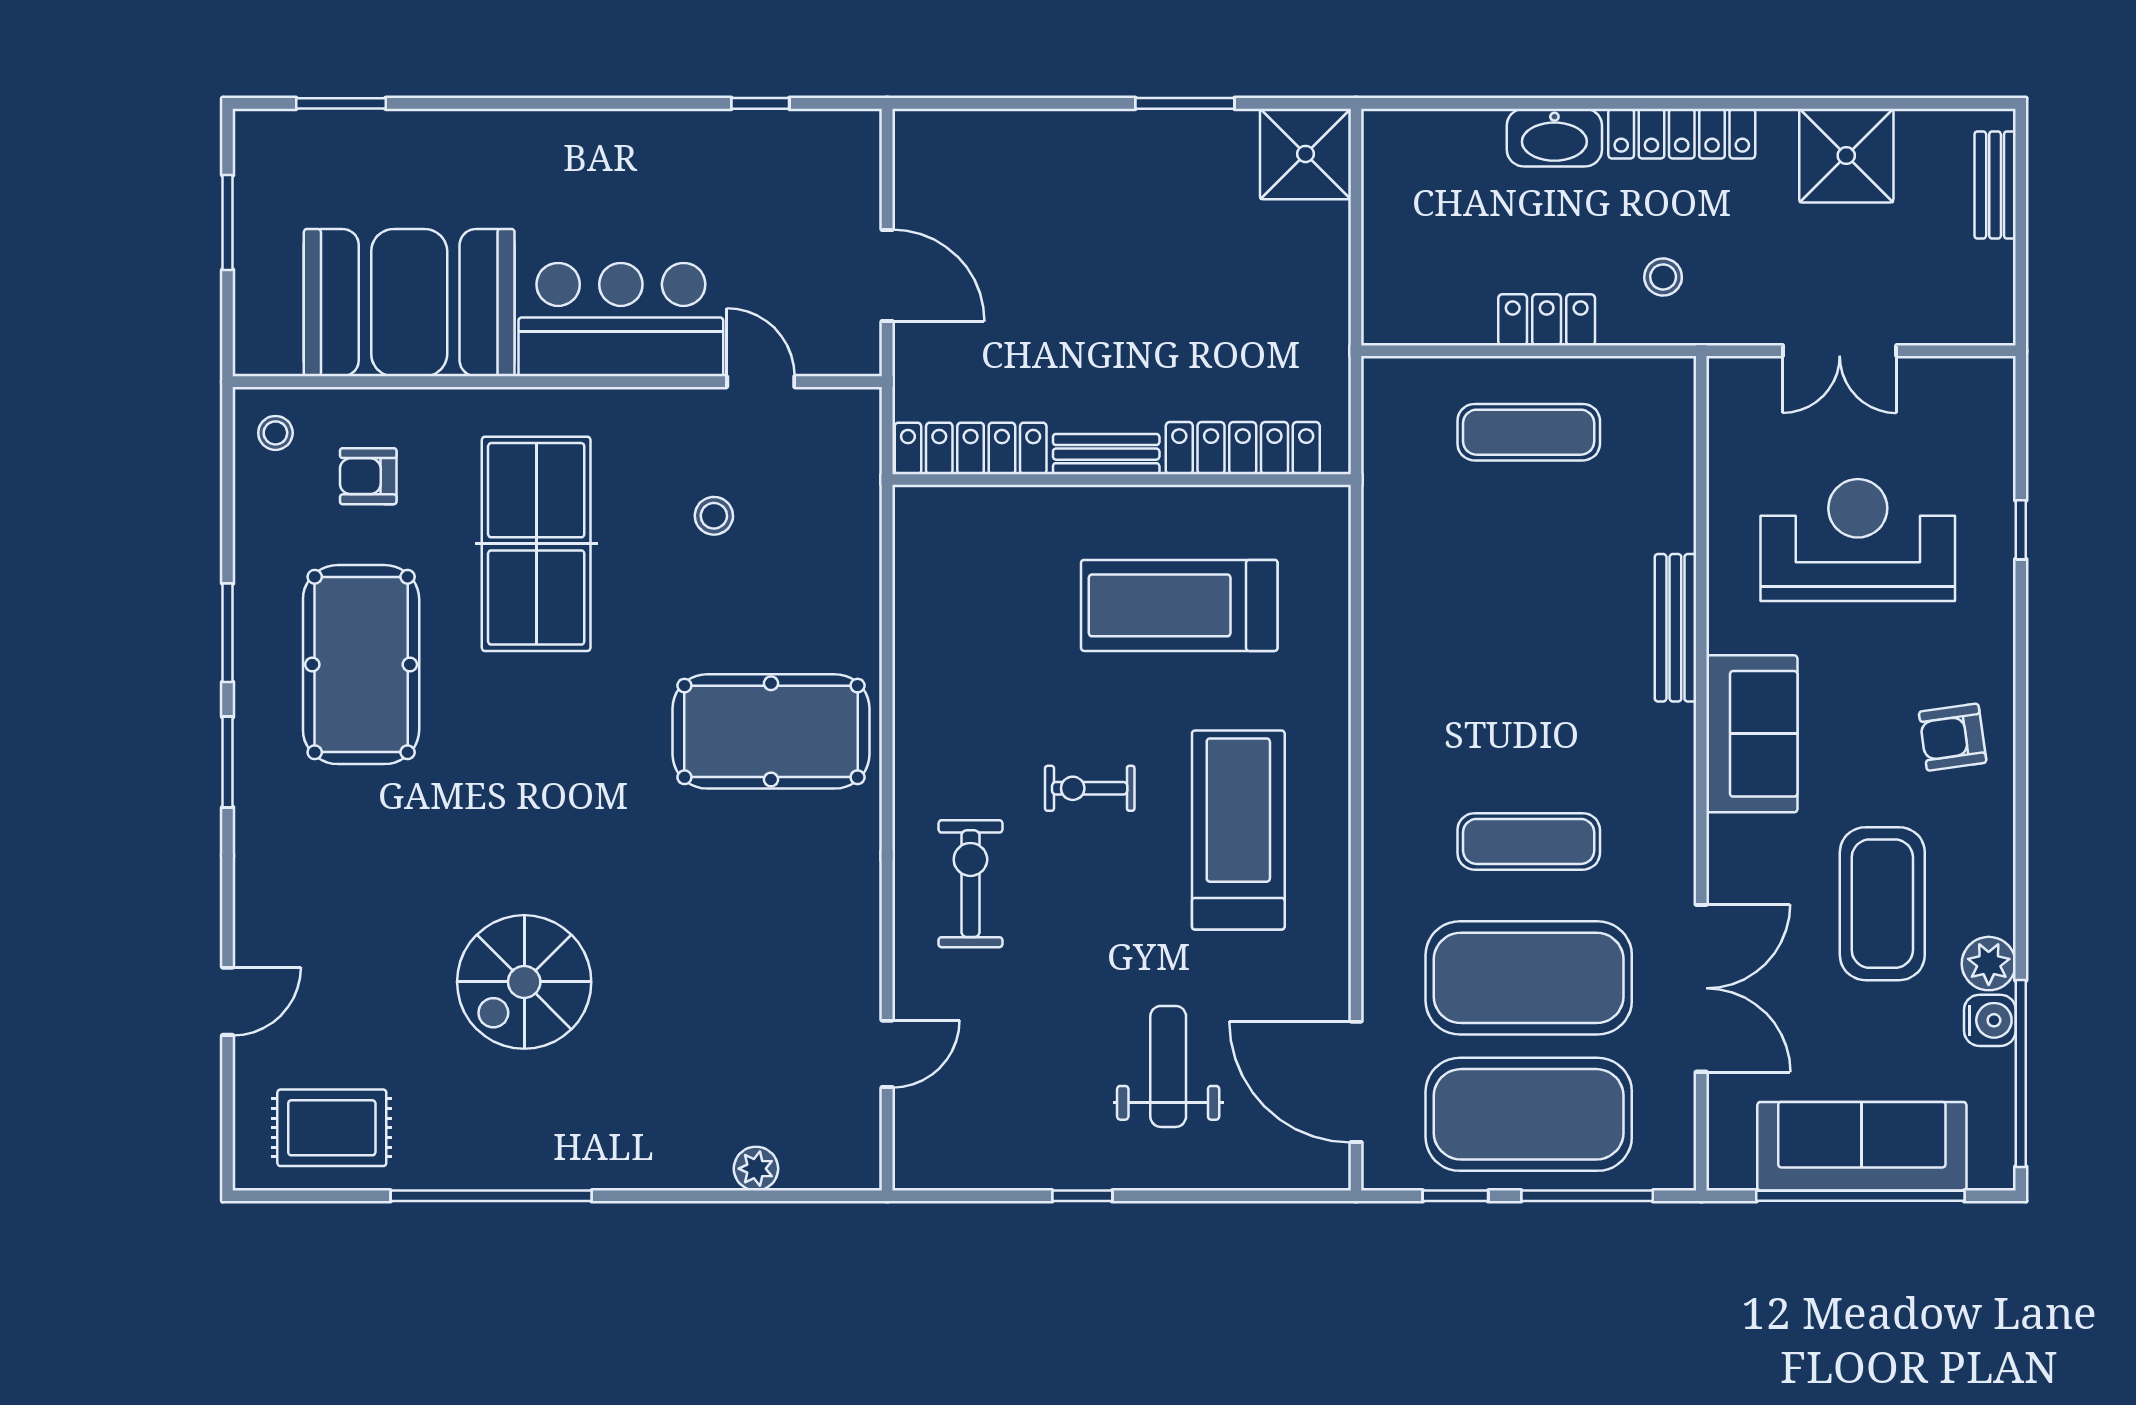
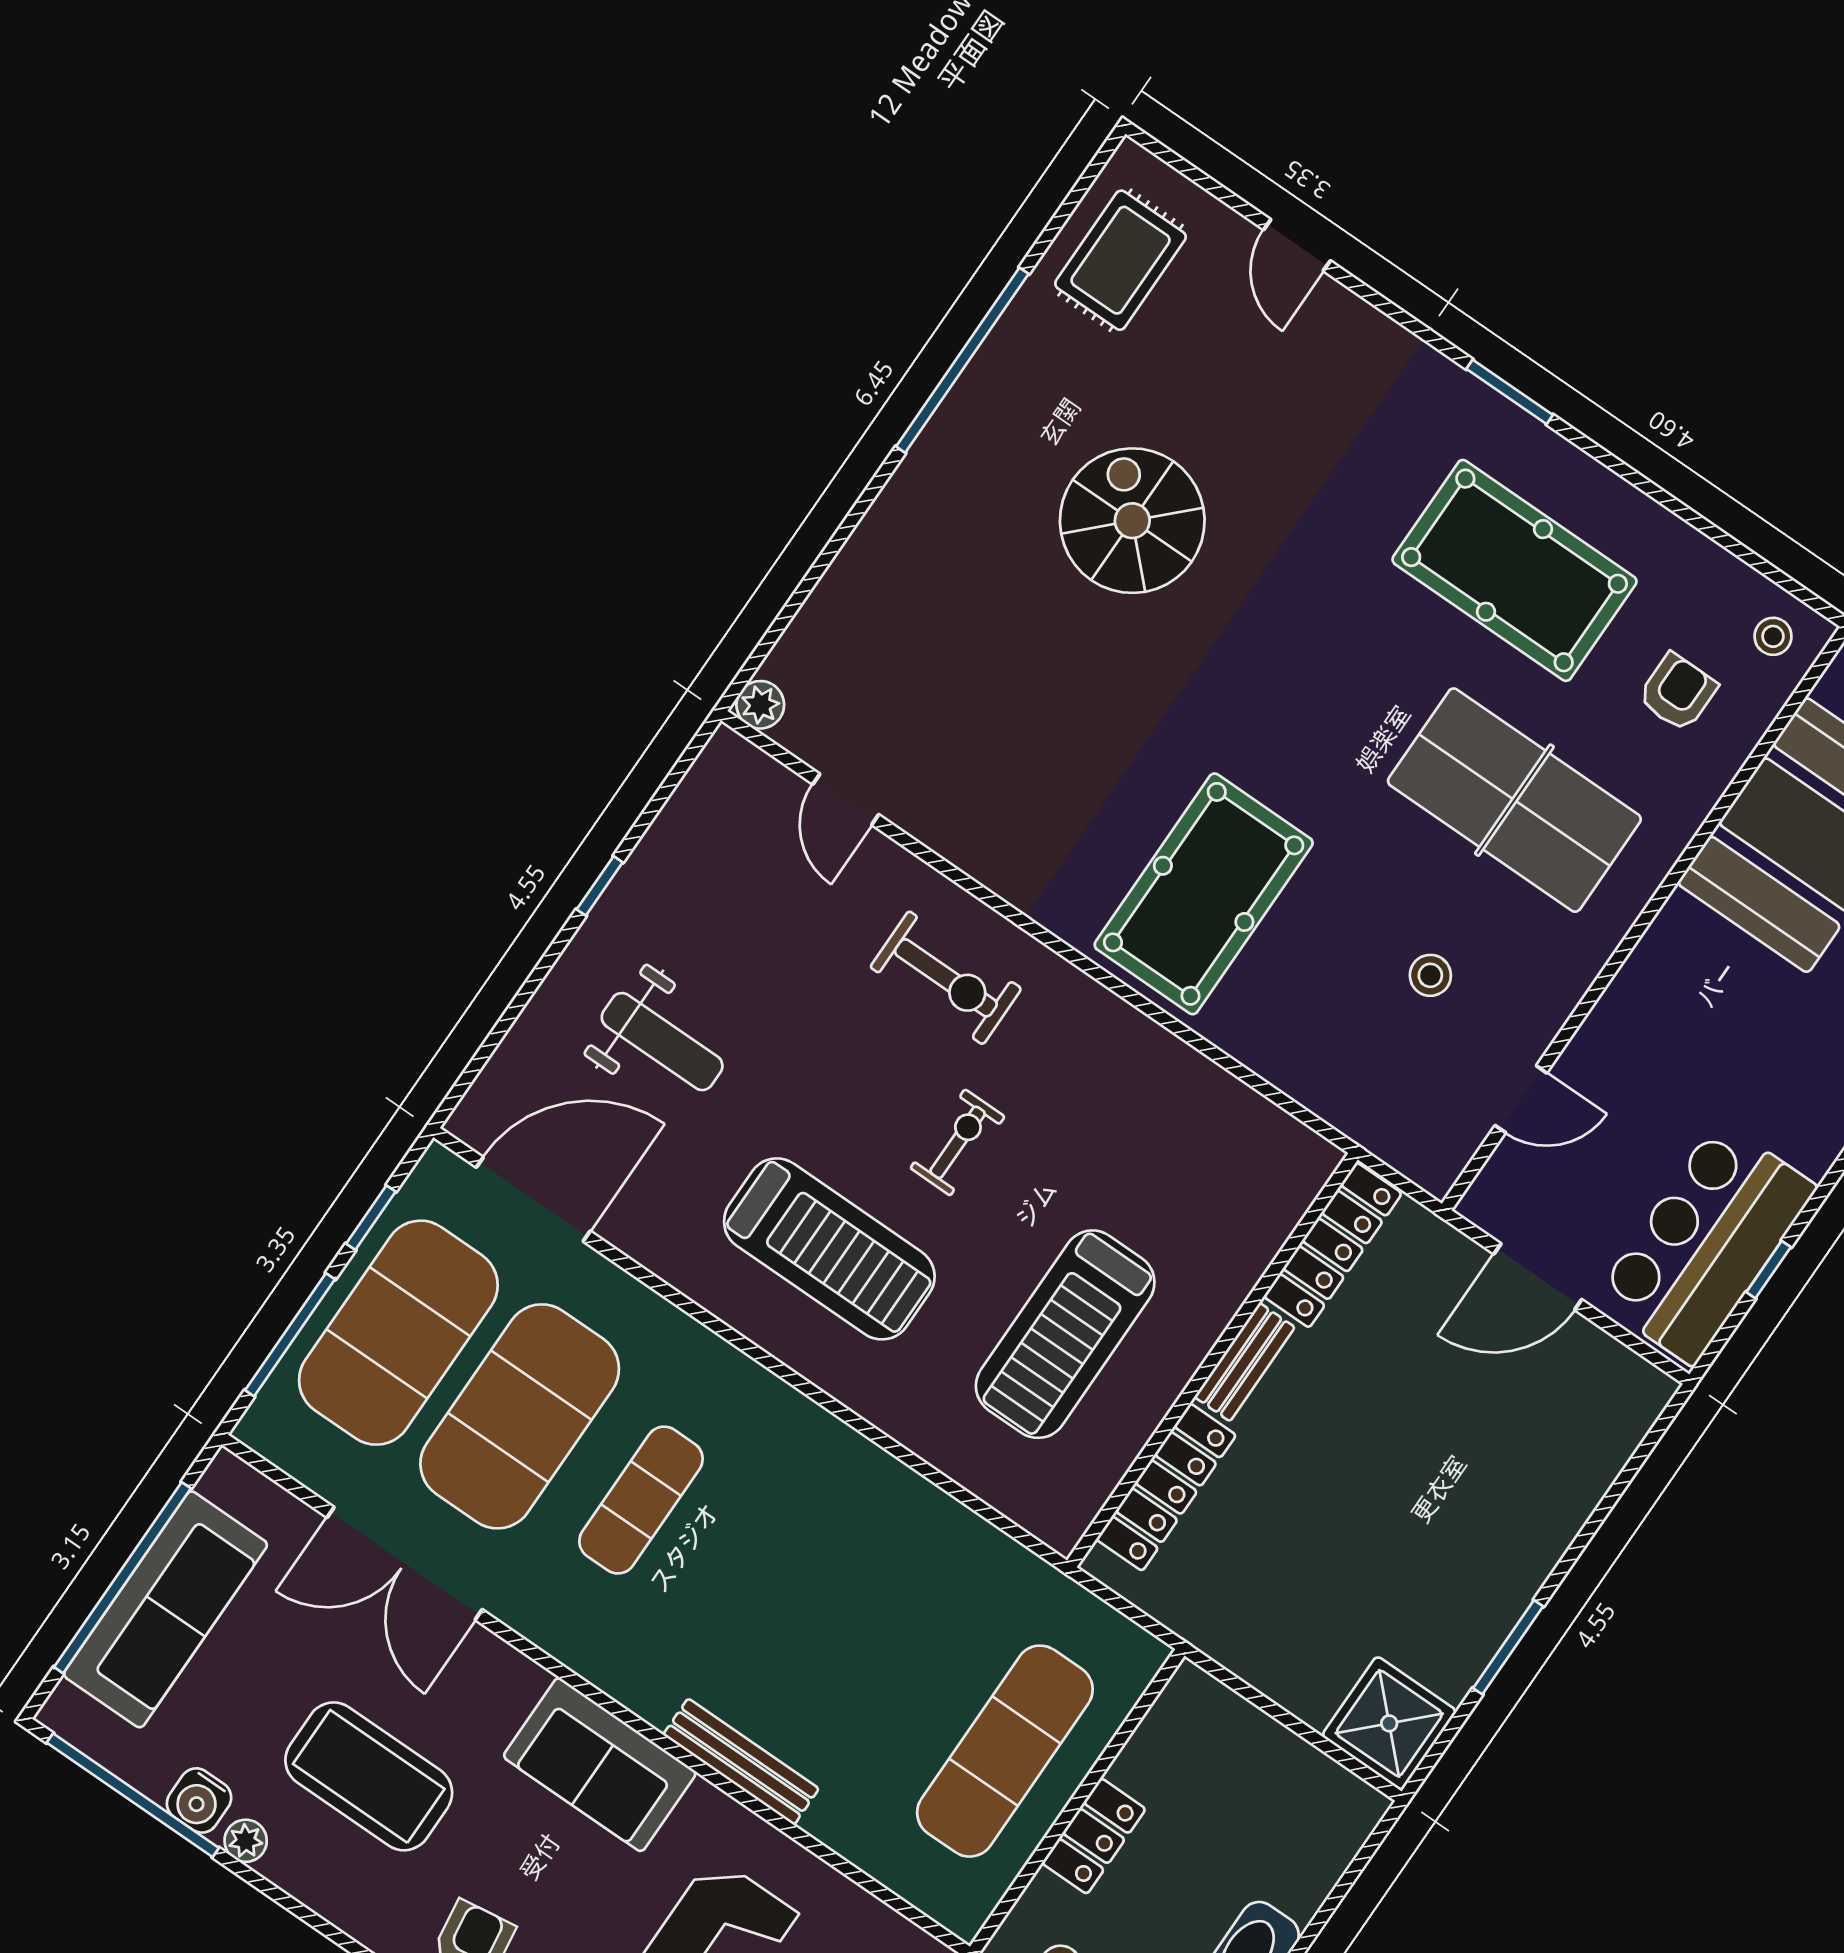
bar counter: (621, 320) -> (1706, 1243), moved, turned 180
exercise mat: (1529, 432) -> (1005, 1751), width x1.36, depth x1.45
treadmill: (1179, 605) -> (1065, 1334), turned 180
window: (228, 633) -> (1625, 471), removed
plant: (1989, 964) -> (246, 1841), width x0.73, depth x0.73
plant: (756, 1169) -> (760, 705), moved

